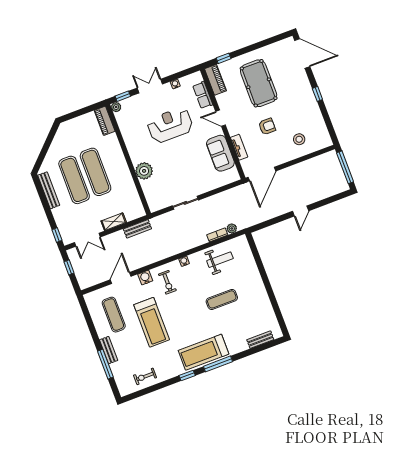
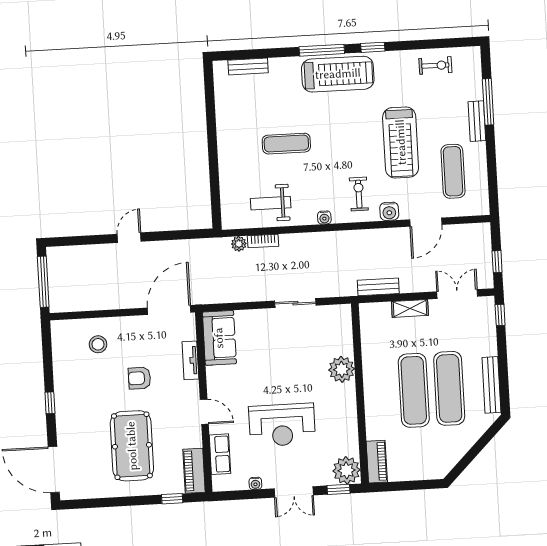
plant: (116, 107) -> (346, 470), width x1.88, depth x1.88
sofa: (220, 153) -> (219, 338), moved
treadmill: (152, 322) -> (401, 142), turned 180

